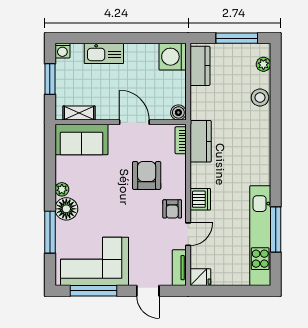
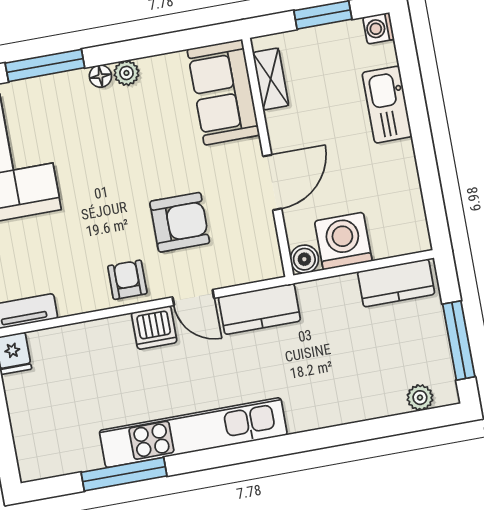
washing machine: (173, 57) -> (343, 241), moved
stool: (260, 98) -> (358, 402), removed
bookcase: (181, 140) -> (255, 272), removed
floor lamp: (66, 209) -> (100, 76), width x0.53, depth x0.53
armchair: (172, 209) -> (127, 280), turned 90
door: (188, 234) -> (193, 298), moved
kitchen unit: (260, 236) -> (193, 433), moved

